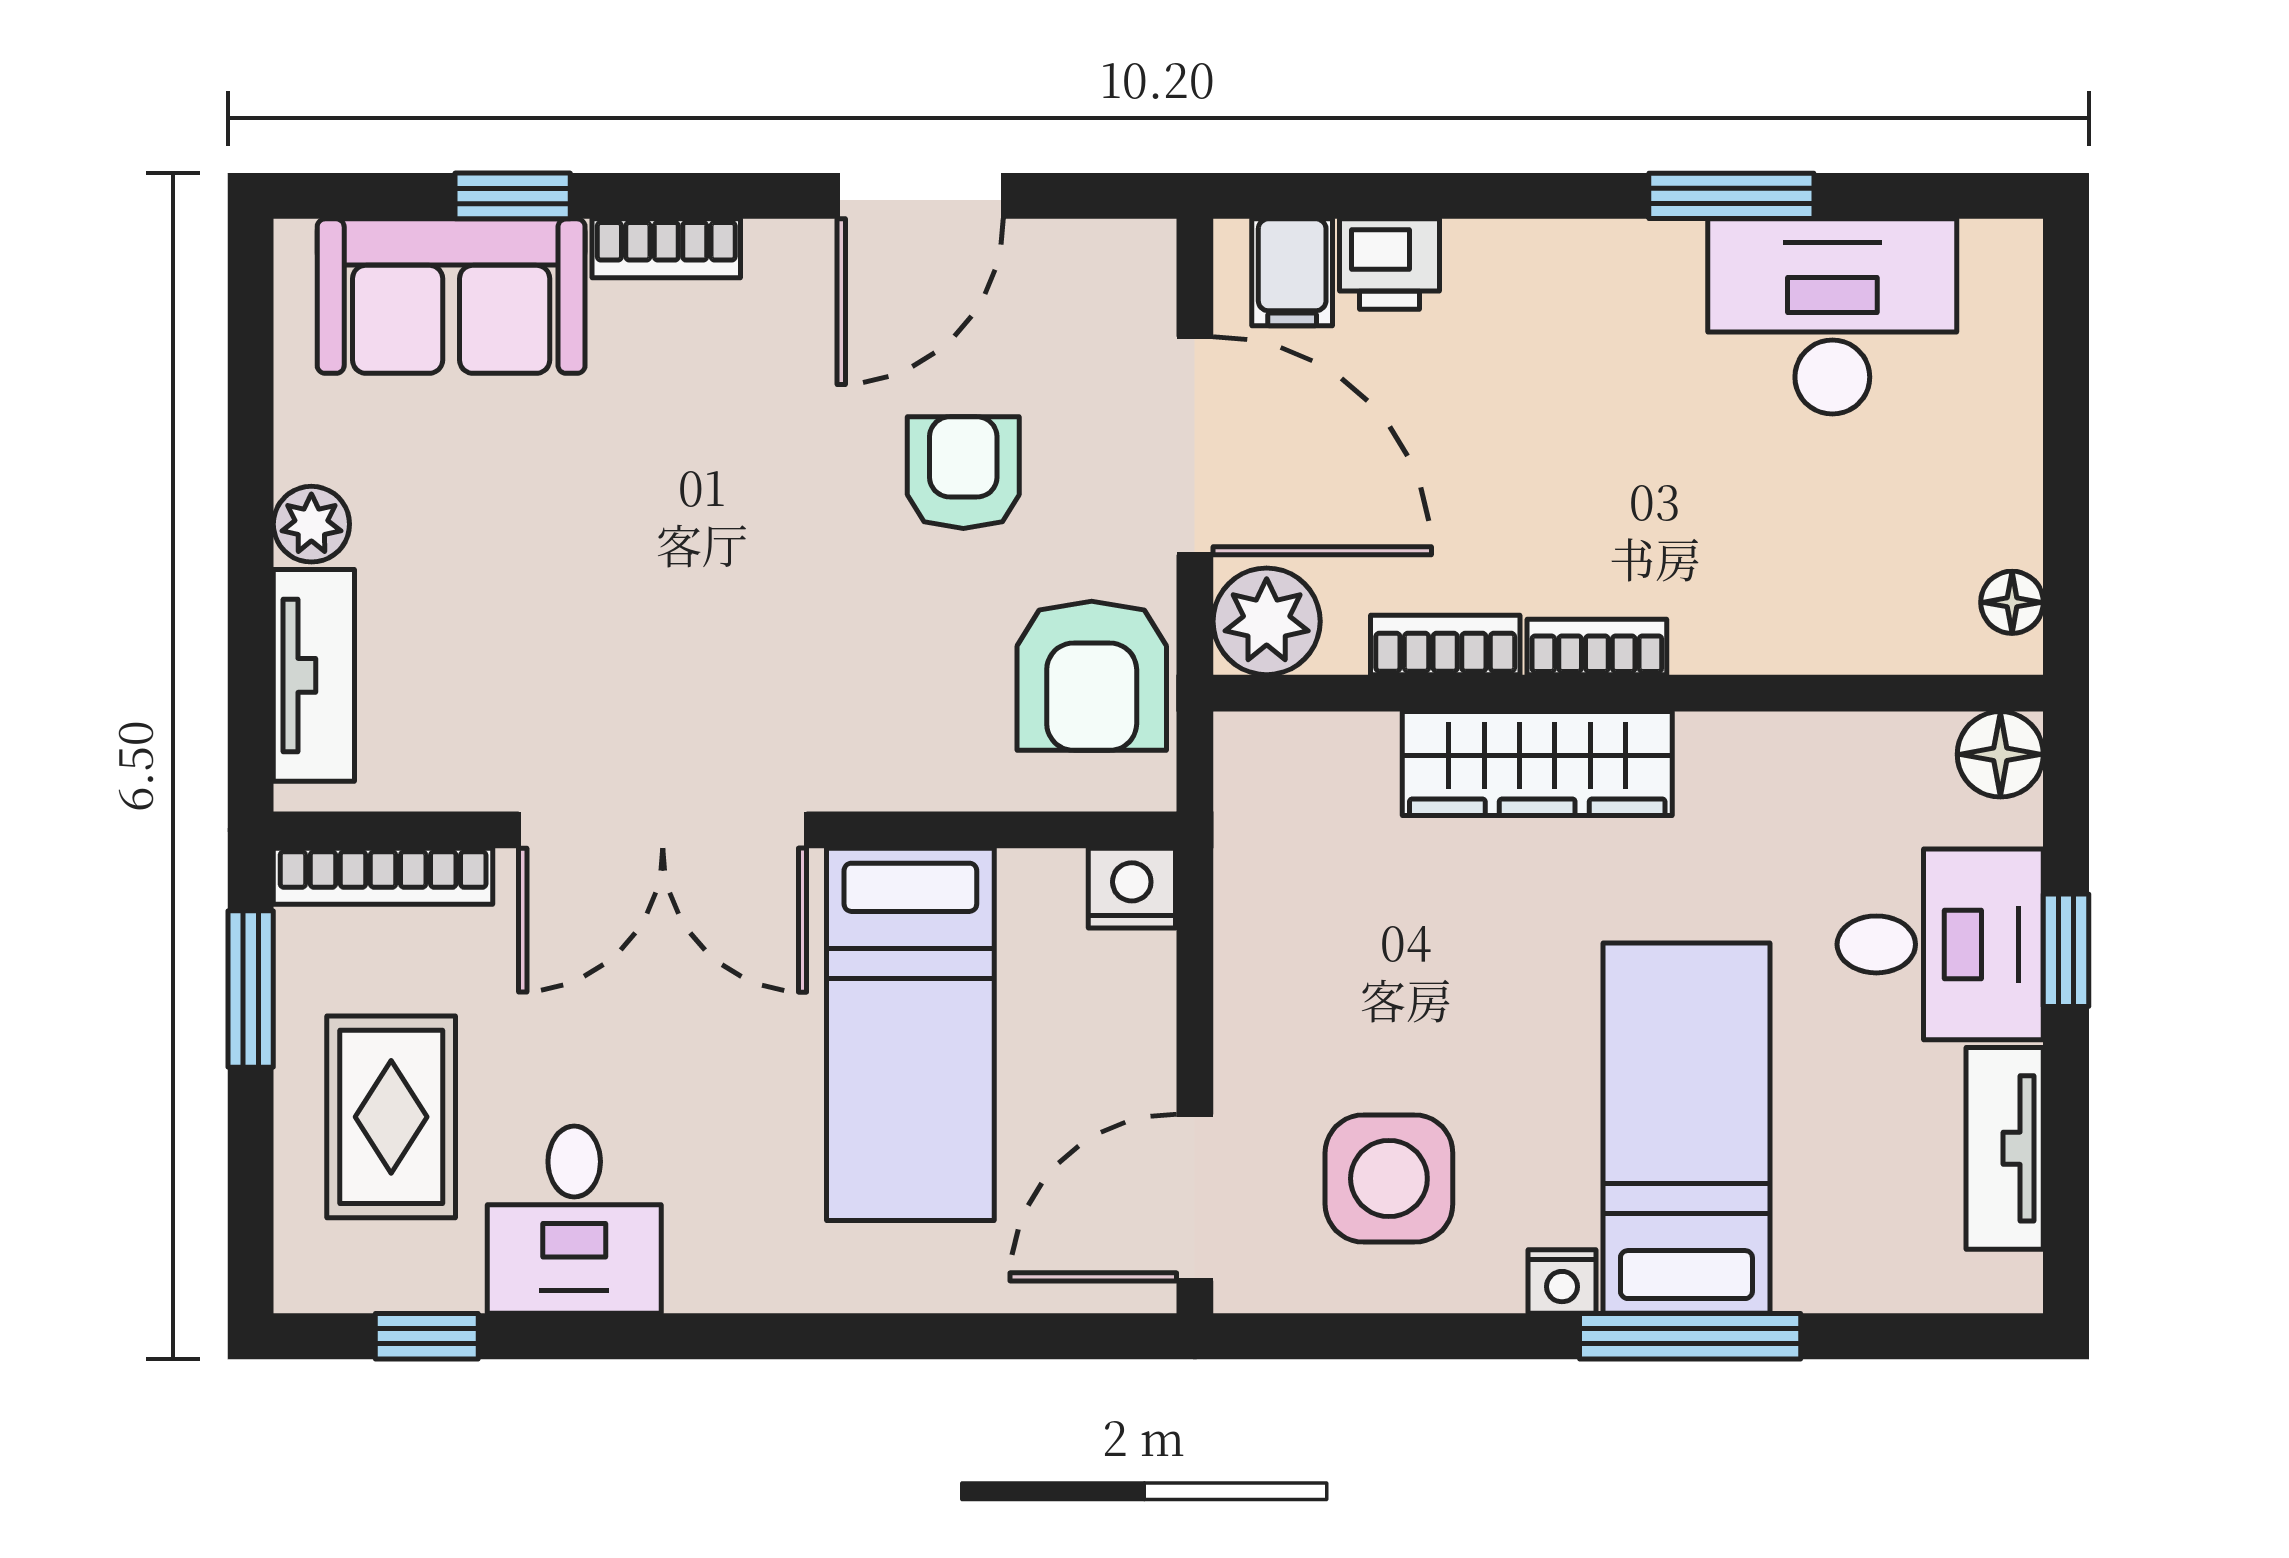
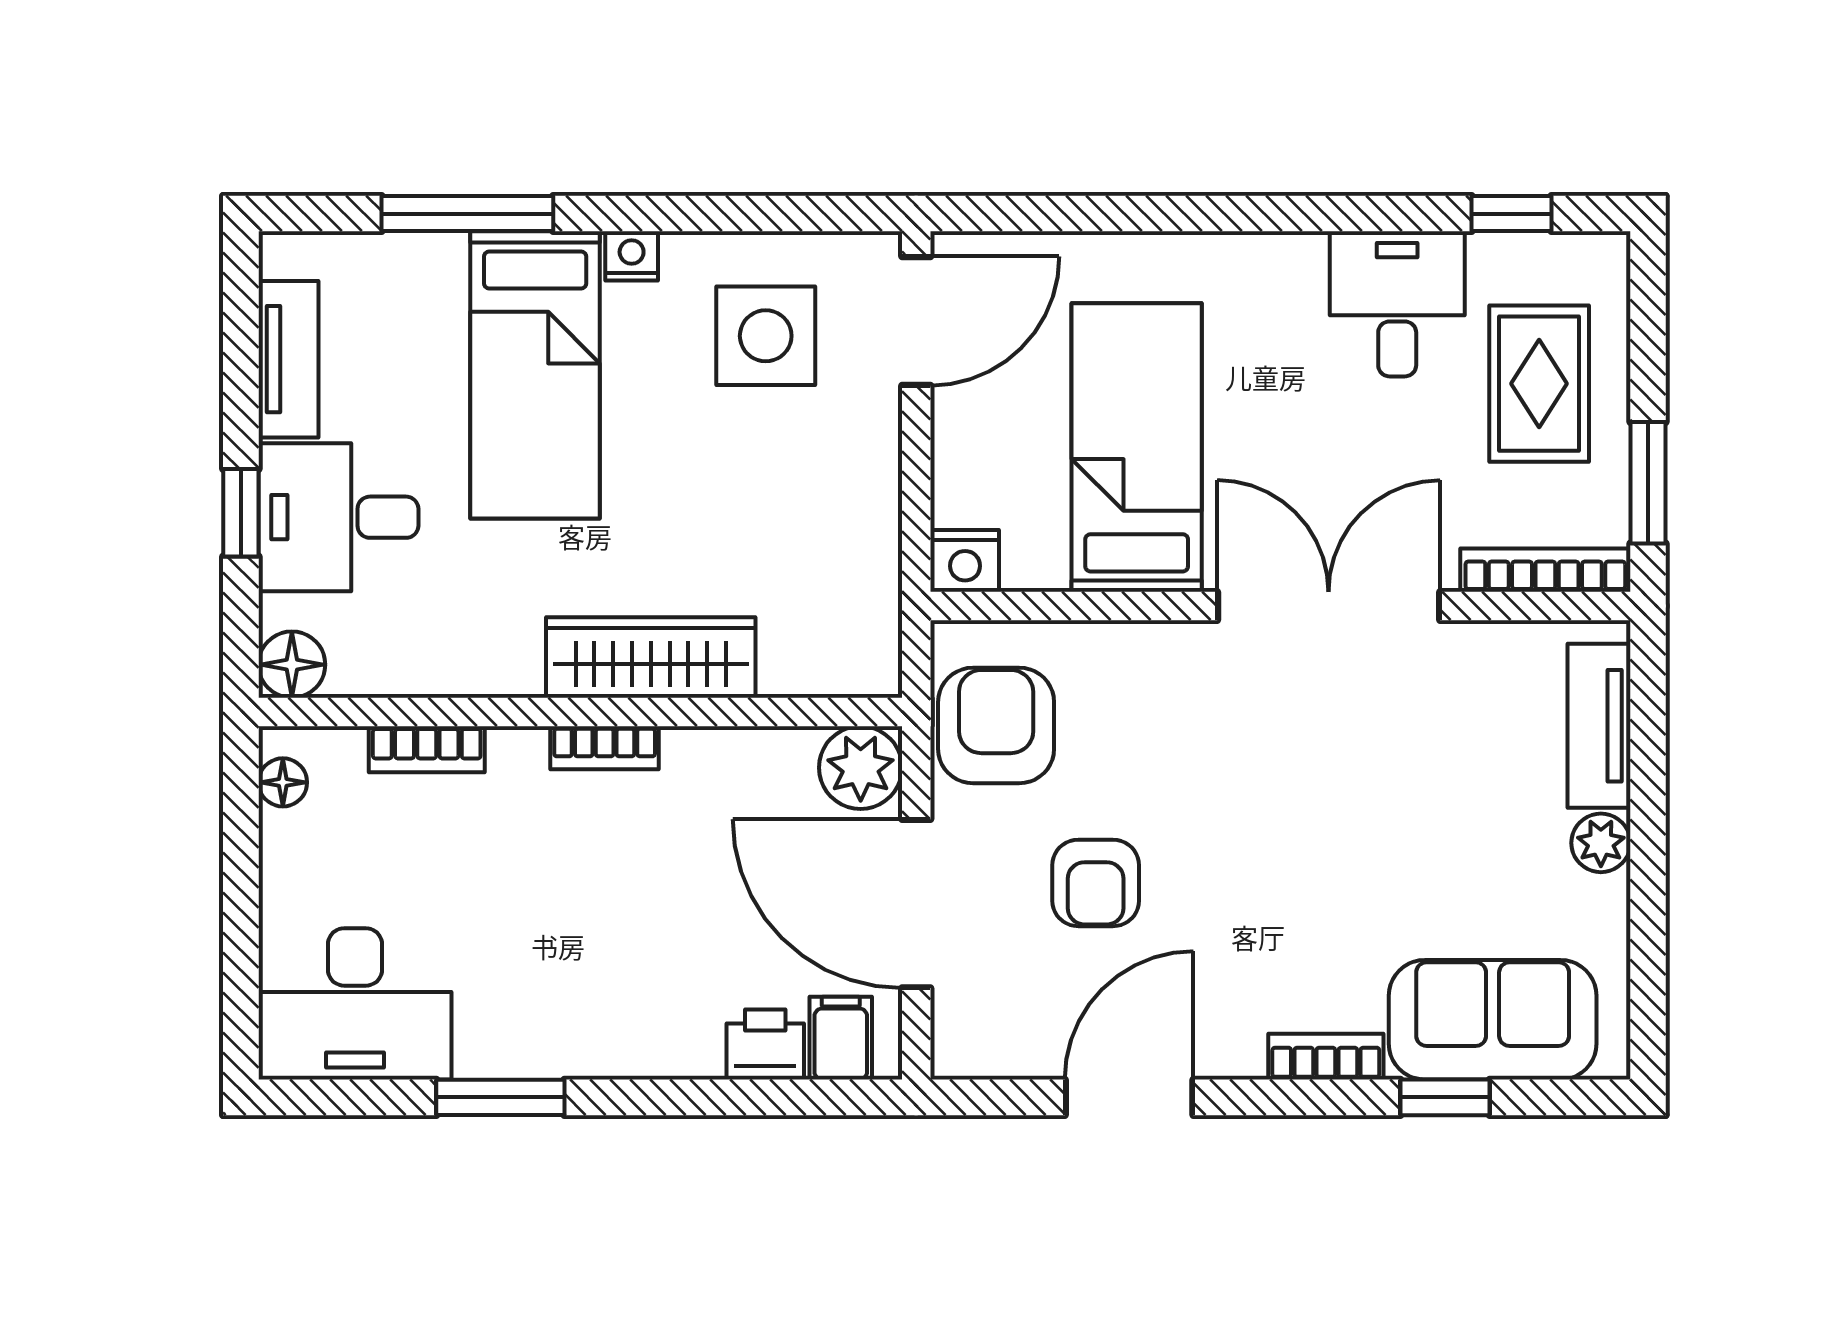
desk: (1832, 316) -> (355, 1004), moved
bookcase: (1445, 645) -> (427, 749), moved
window: (1690, 1336) -> (467, 214), moved

